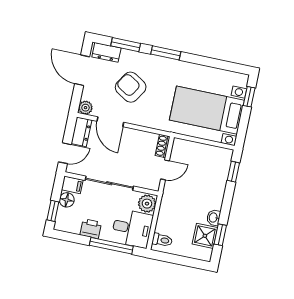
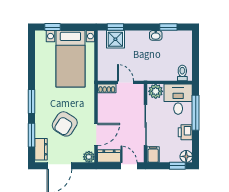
floor lamp: (67, 200) -> (186, 156), moved
shower: (205, 236) -> (115, 39), moved

